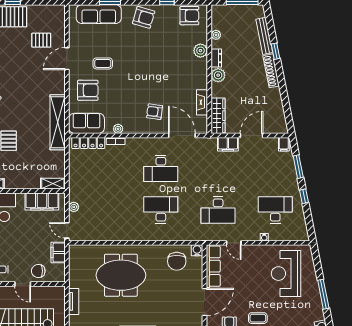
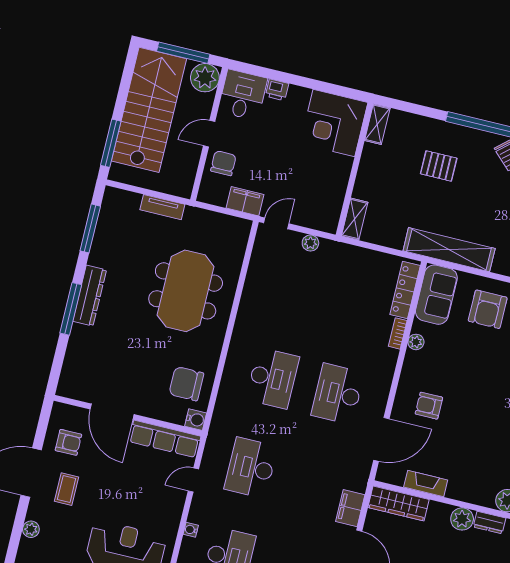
armchair: (155, 112) -> (429, 406), turned -98
filing cabinet: (42, 202) -> (331, 195), removed

